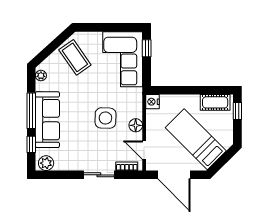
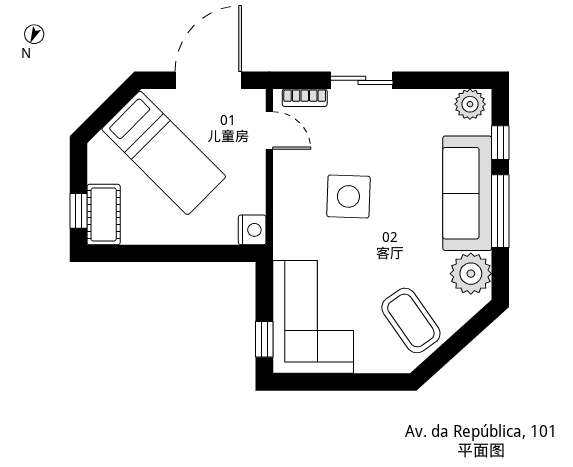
plant: (41, 76) -> (471, 274), width x1.88, depth x1.88
cot: (215, 102) -> (104, 215), moved, turned 90
floor lamp: (136, 125) -> (287, 182), removed
door: (174, 175) -> (208, 80), hinge flipped

